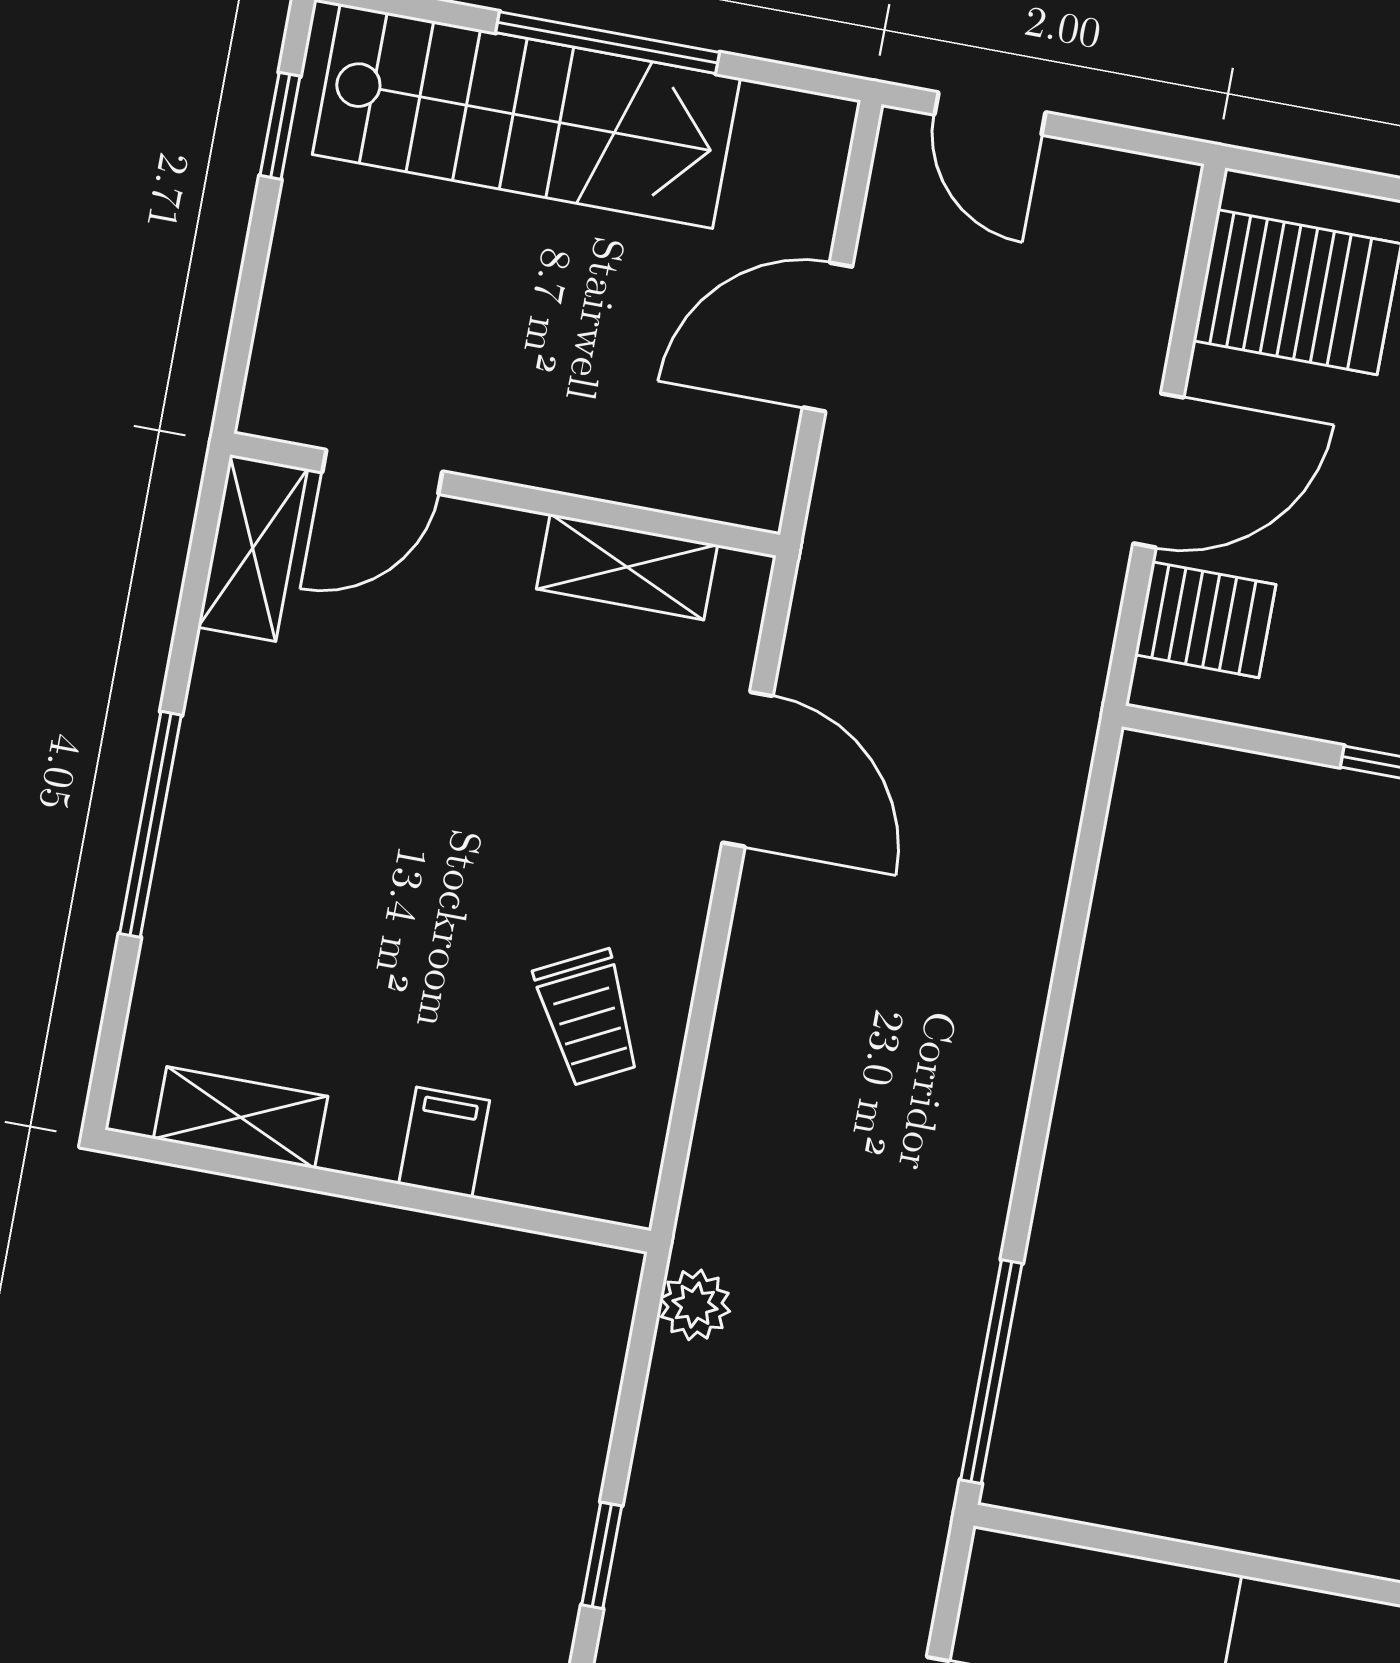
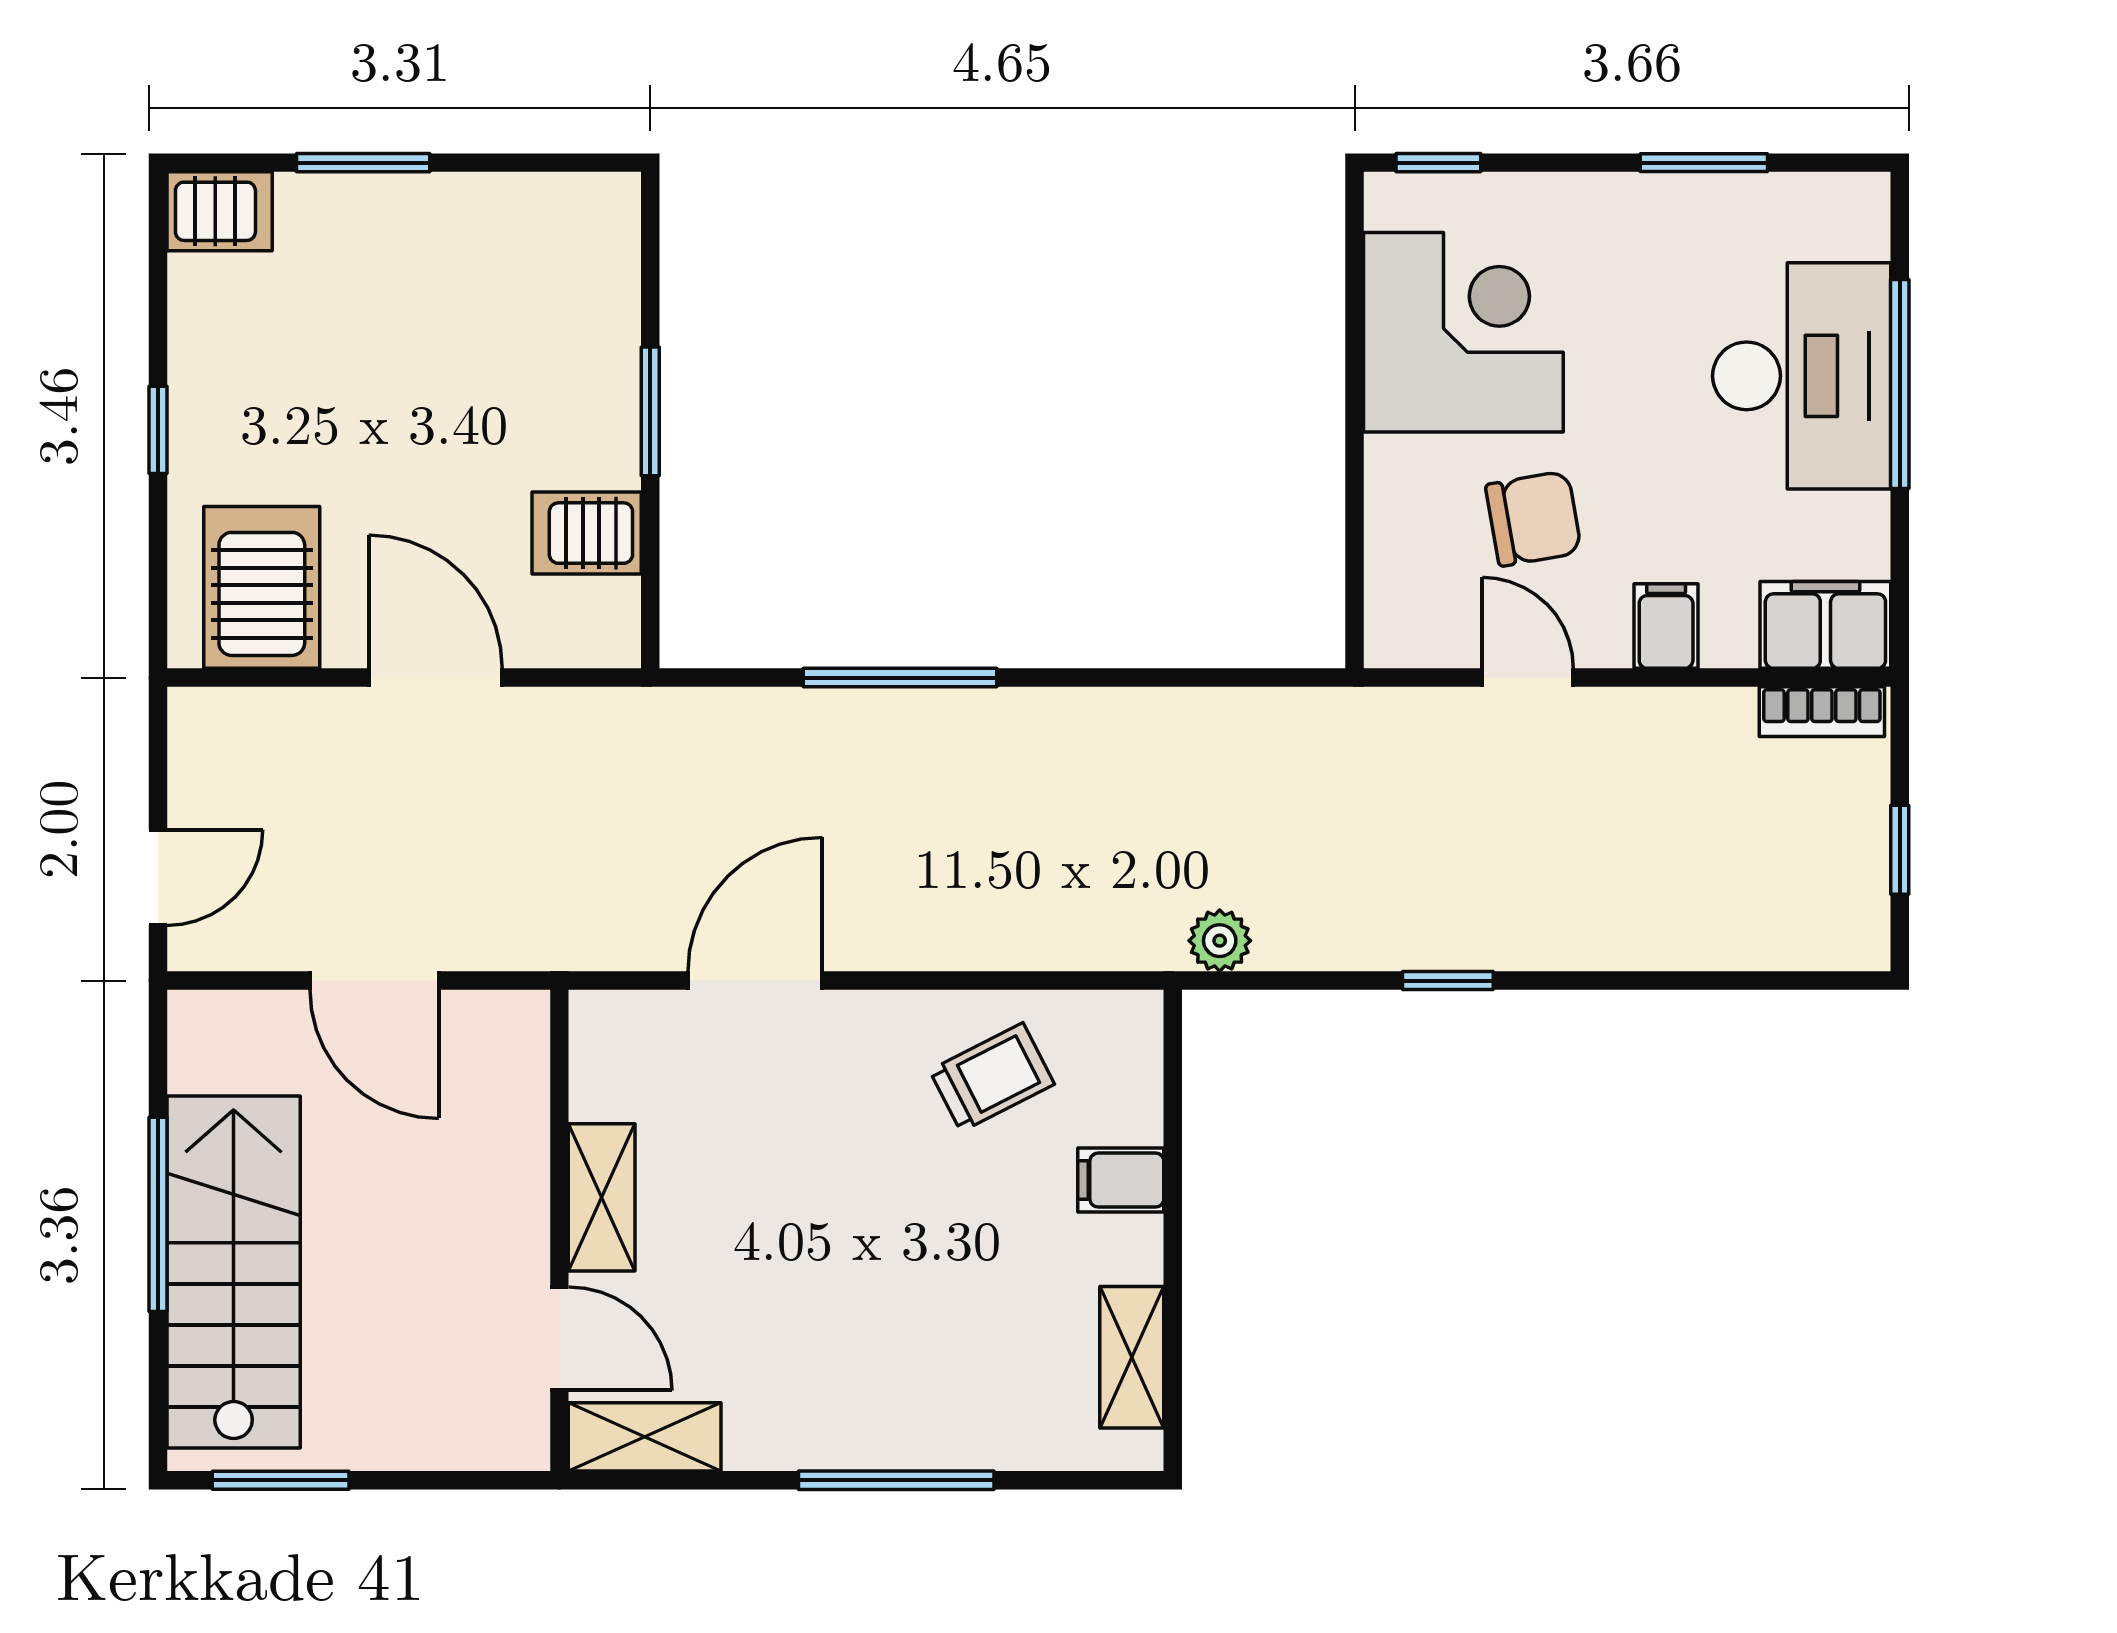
window: (280, 126) -> (281, 1480), width x1.50
shelving: (627, 567) -> (602, 1197), moved
server rack: (1205, 620) -> (587, 533), moved, turned -90
window: (991, 1372) -> (900, 678), moved

